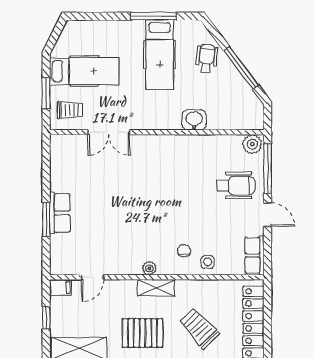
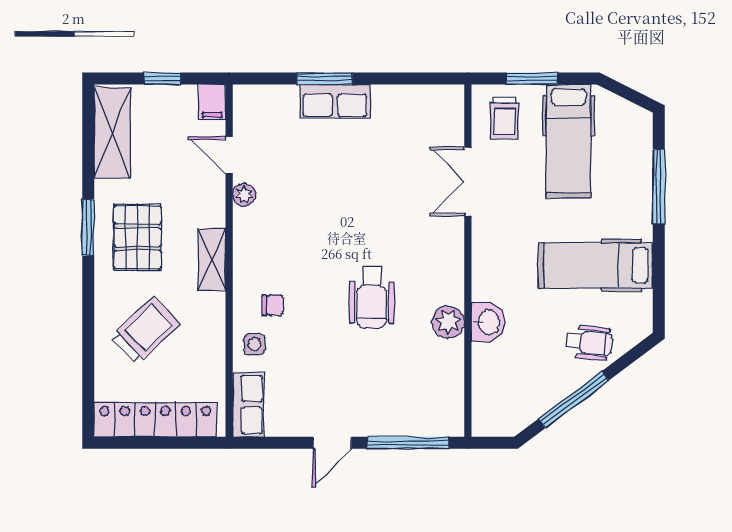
window: (154, 16) -> (659, 186), moved
plant: (252, 144) -> (448, 322), moved
wheelchair: (236, 186) -> (372, 297), moved
row of seats: (254, 255) -> (248, 404), moved, turned 90
plant: (149, 268) -> (244, 195), moved

